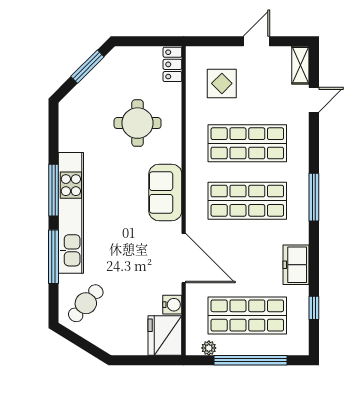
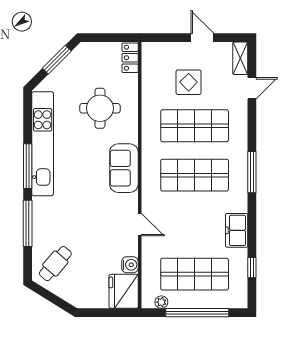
door: (256, 41) -> (202, 38), hinge flipped
display table: (222, 83) -> (189, 82), moved
kitchen unit: (71, 213) -> (43, 144), moved
door: (184, 258) -> (140, 225), width x0.53

